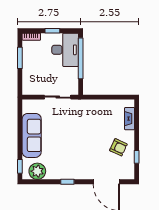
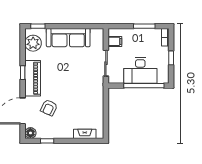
desk: (65, 50) -> (140, 70), moved
filing cabinet: (36, 88) -> (115, 41), added
armchair: (118, 147) -> (49, 108), moved
piano: (73, 172) -> (33, 78), added
floor lamp: (129, 174) -> (30, 133), added

